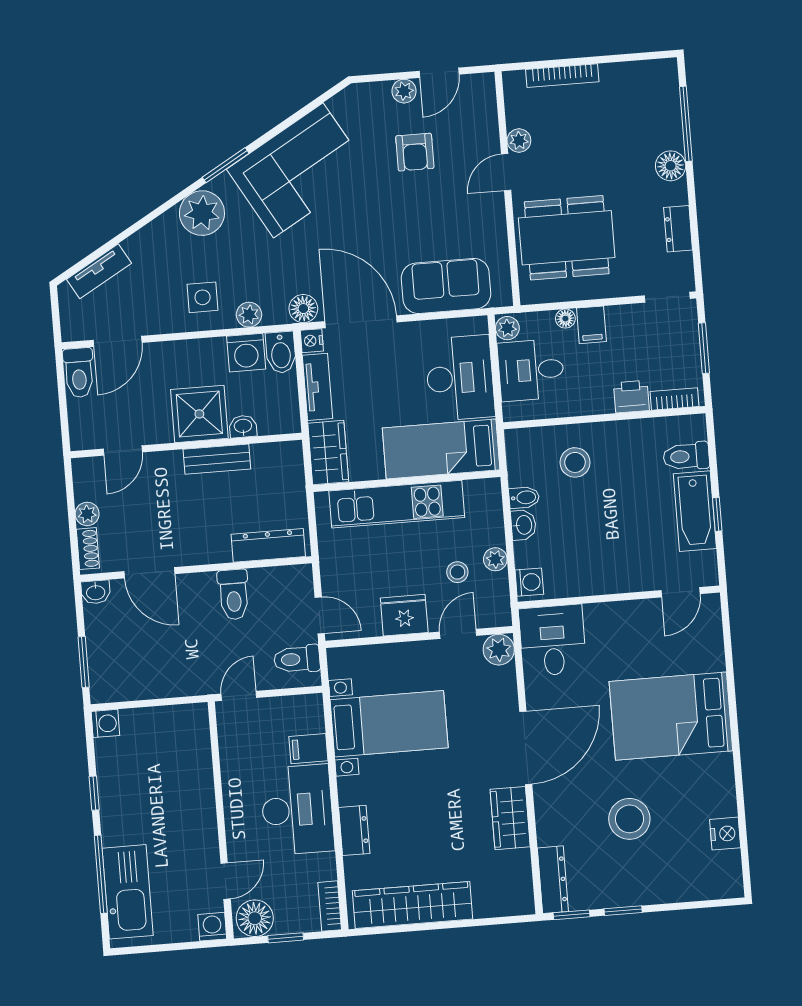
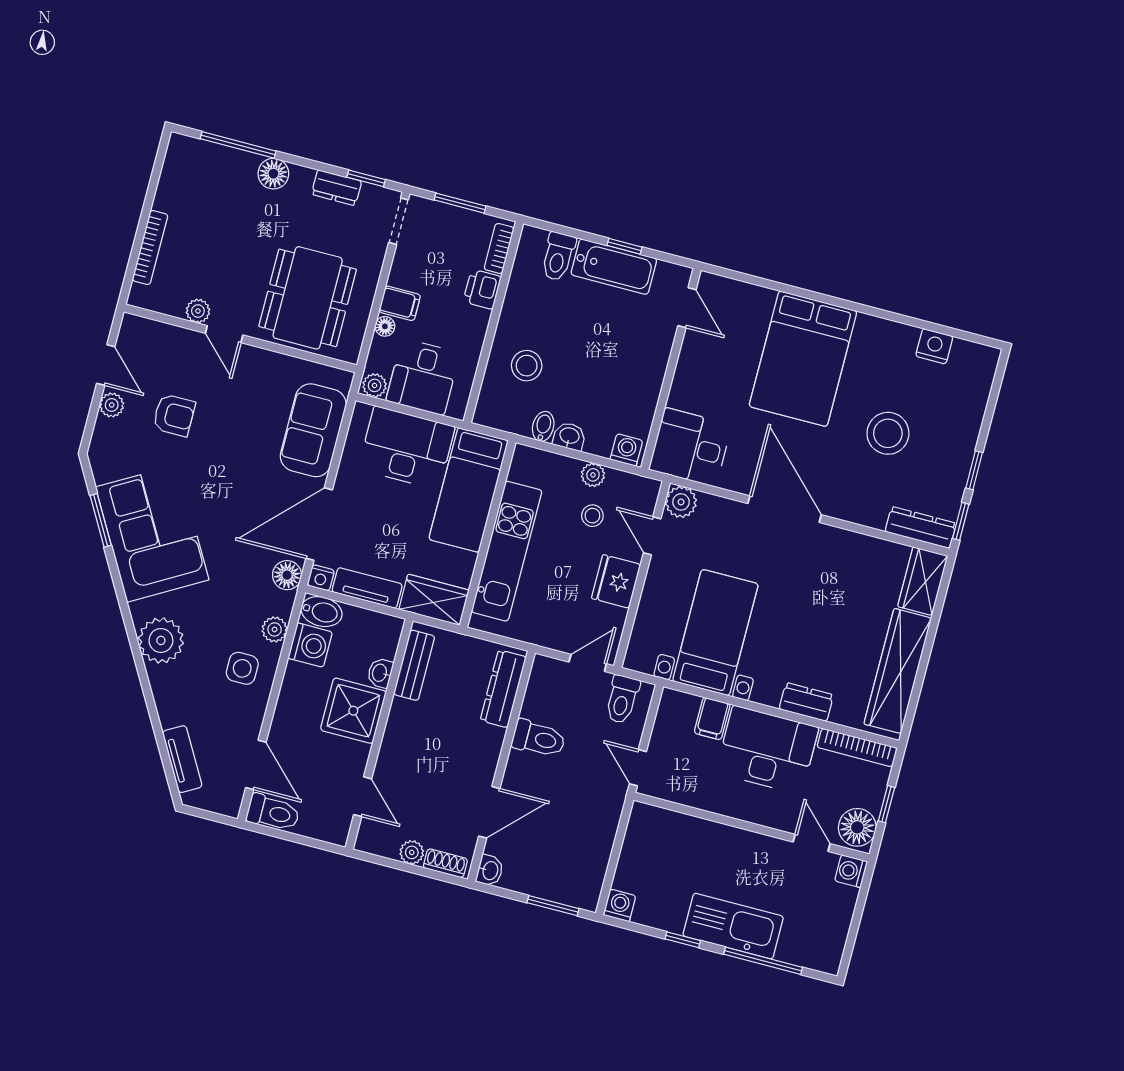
window: (226, 165) -> (101, 520), moved
window: (696, 253) -> (366, 178), added
bench: (217, 459) -> (414, 665), moved
wardrobe: (510, 818) -> (923, 581), moved, turned 90
kitchen sink: (128, 892) -> (733, 926), moved
bookcase: (330, 906) -> (857, 748), width x1.56

